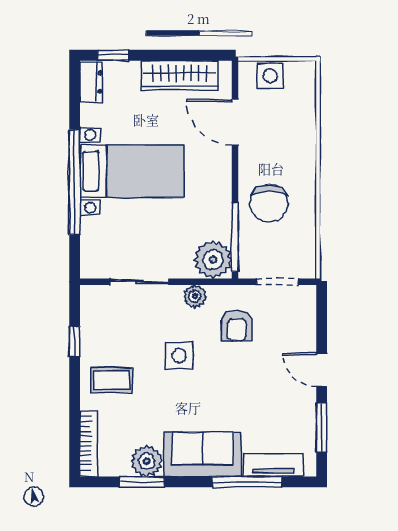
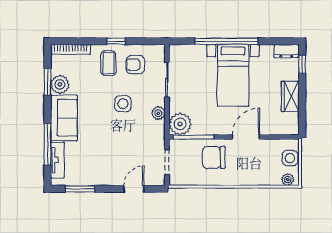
wardrobe: (180, 75) -> (290, 96), width x0.67
plant: (306, 80) -> (288, 180), added
door: (235, 122) -> (246, 137), moved
armchair: (237, 325) -> (135, 65), moved
window: (75, 341) -> (116, 41), moved
door: (322, 370) -> (134, 189), moved

